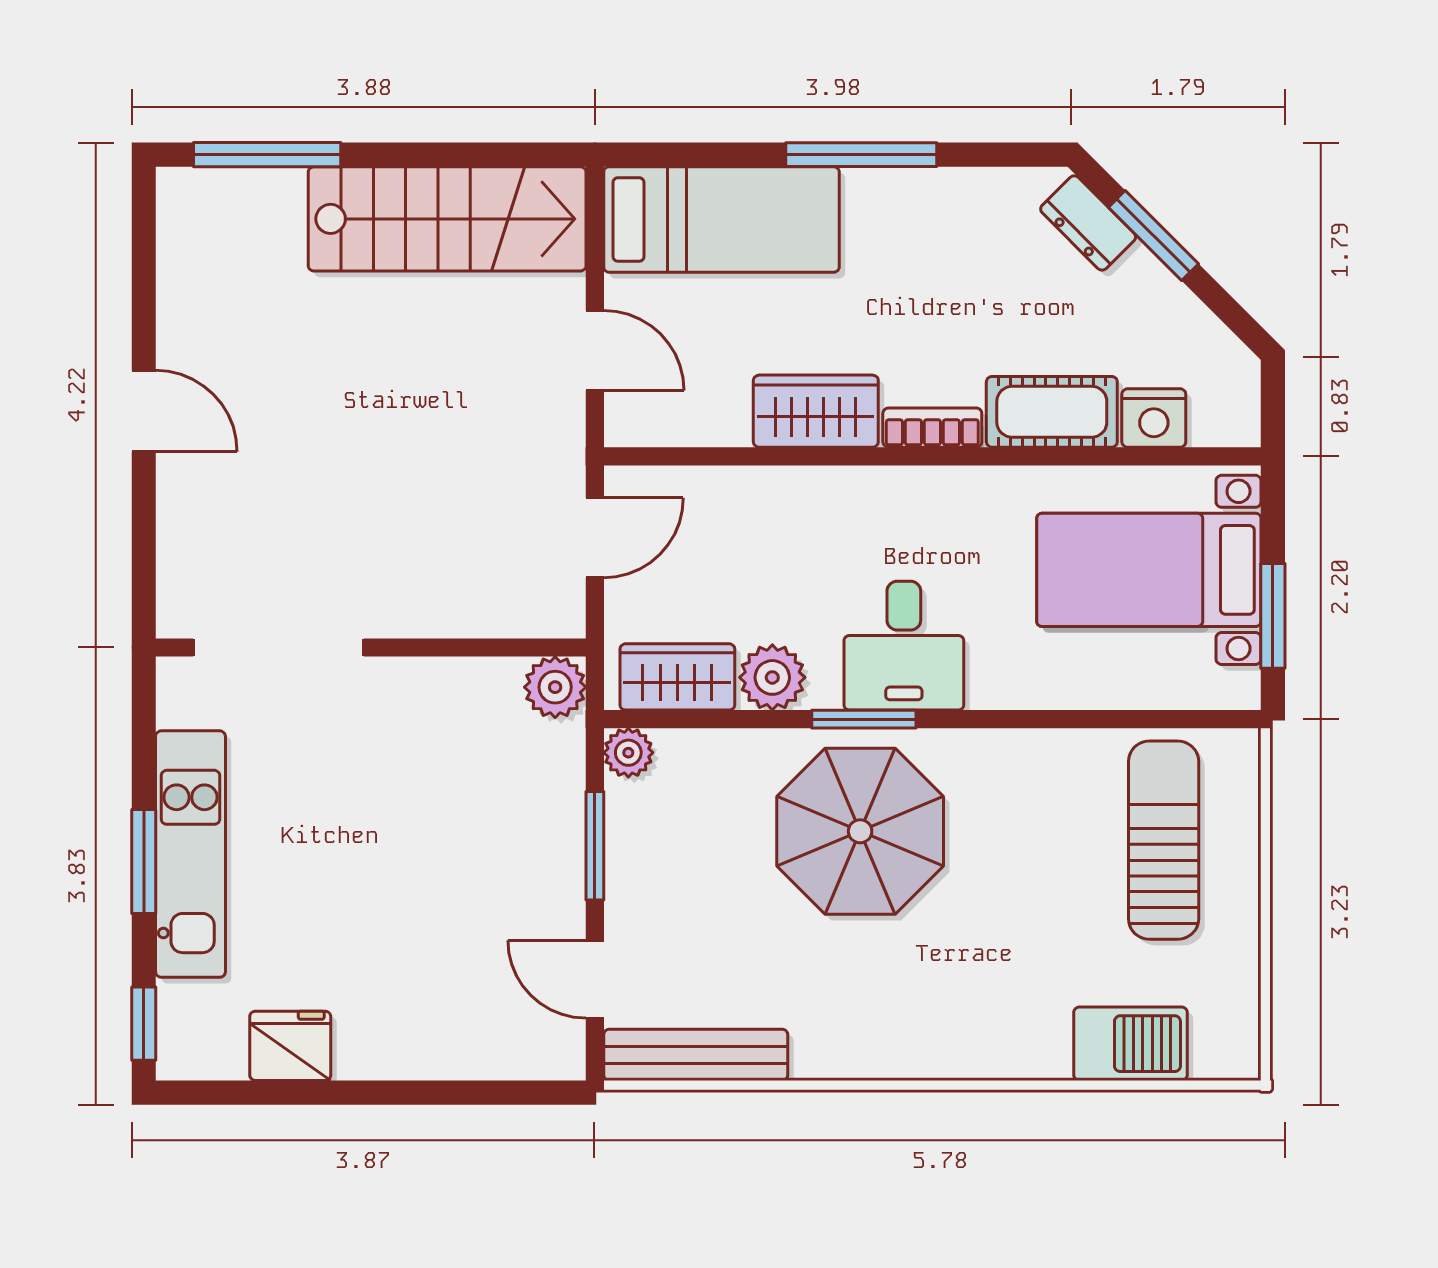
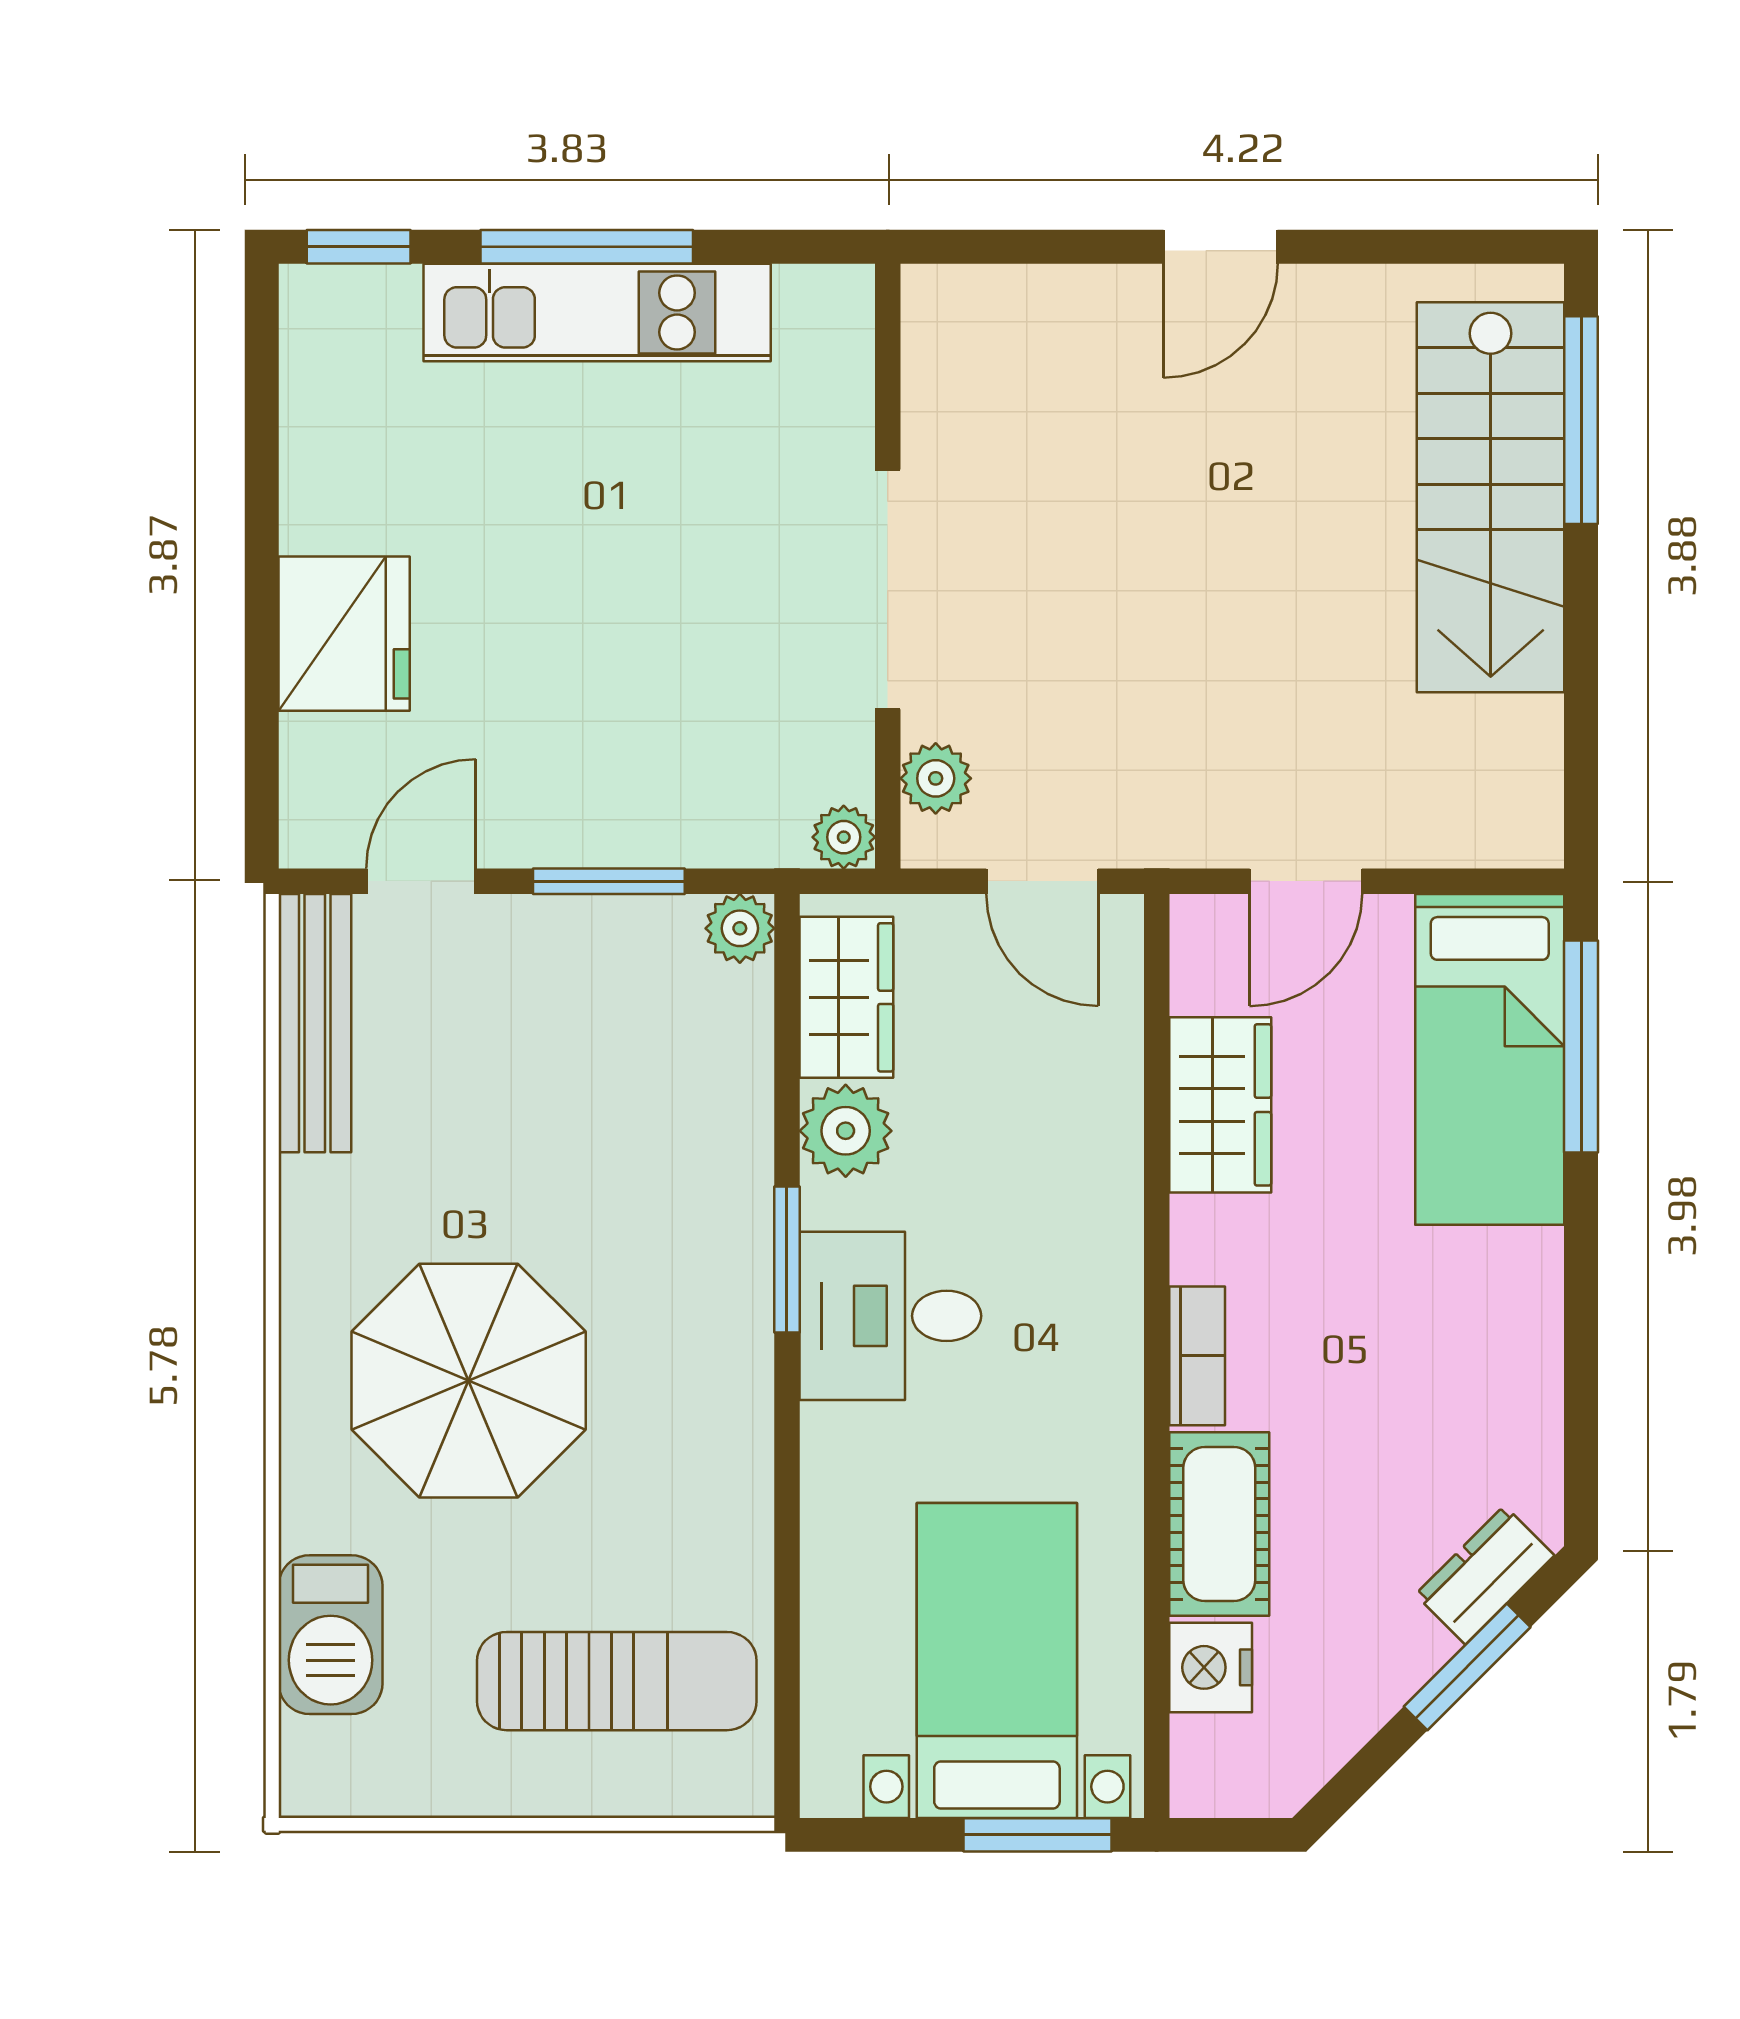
window: (861, 155) -> (1581, 1046), moved
stairs: (447, 219) -> (1491, 497), moved
wardrobe: (816, 411) -> (1220, 1105), moved
plant: (522, 613) -> (936, 778), added
window: (1273, 616) -> (1037, 1835), moved
doorway: (278, 647) -> (888, 589), moved
plant: (555, 687) -> (844, 837), width x0.73, depth x0.73
parasol: (860, 831) -> (469, 1381), moved
window: (144, 861) -> (587, 247), width x1.44
fridge: (290, 1046) -> (344, 634), moved, width x1.36, depth x1.34

